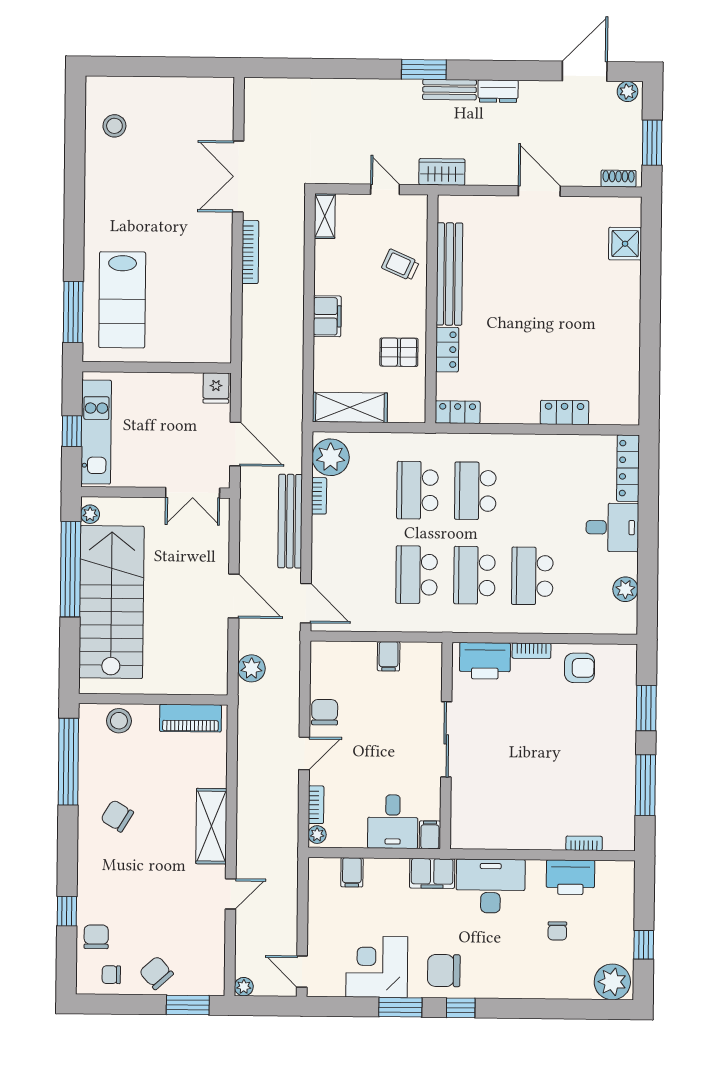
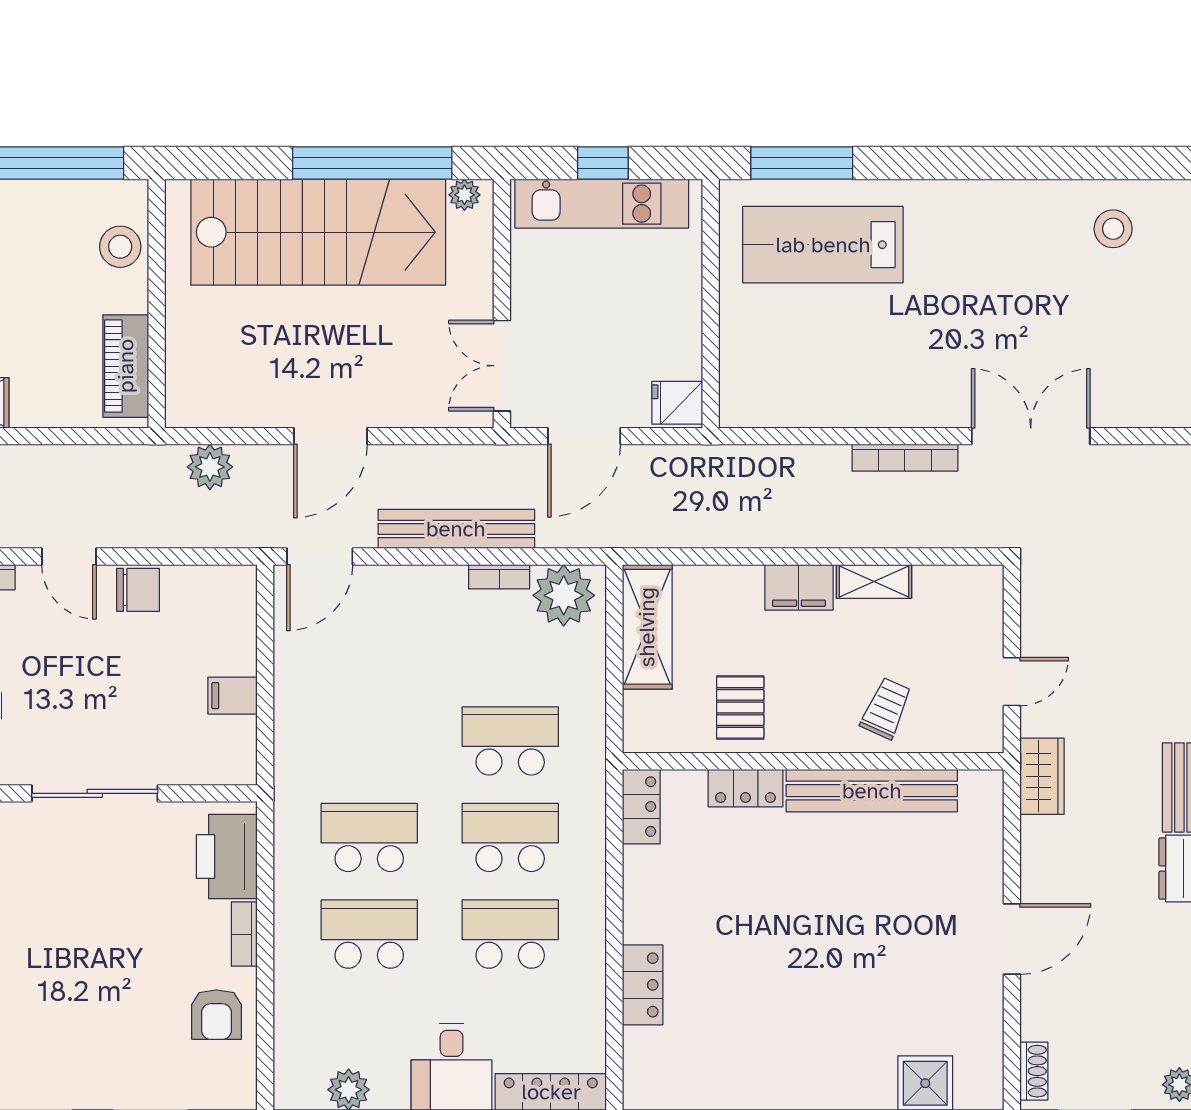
shelving: (325, 216) -> (874, 581), moved
school desk: (417, 575) -> (510, 934), moved

